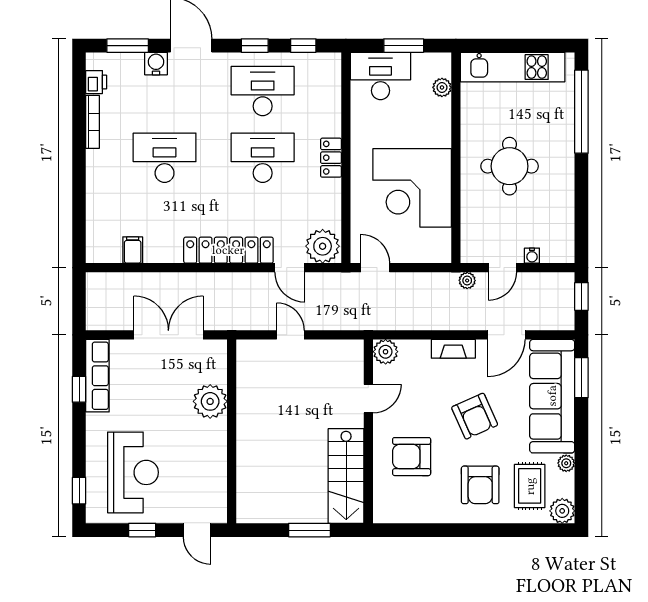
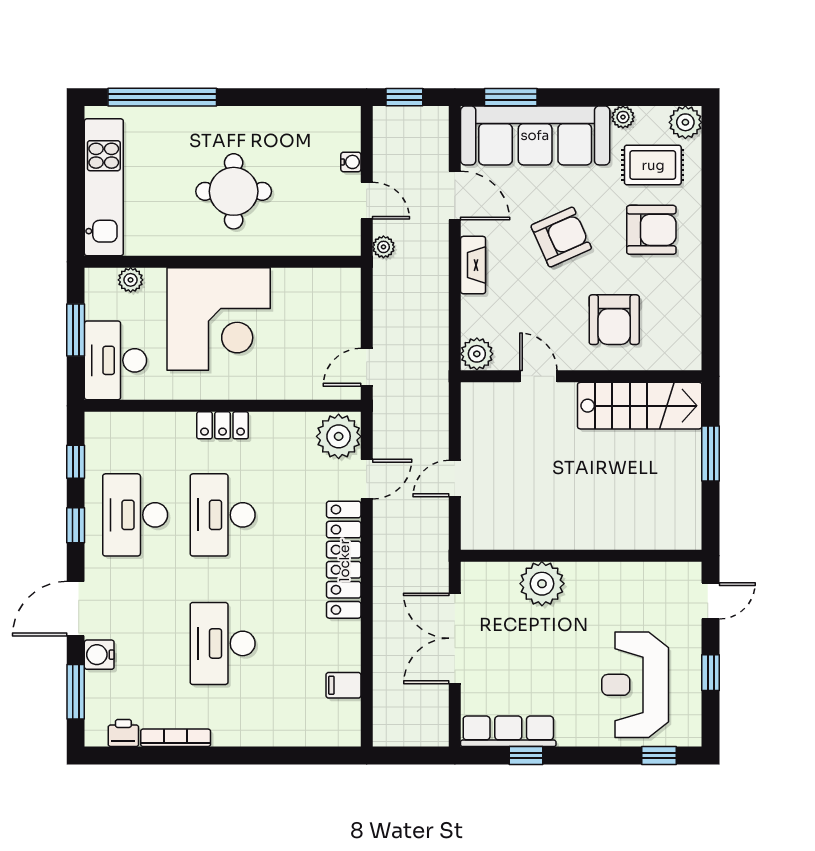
corner desk: (412, 188) -> (219, 319), moved
reception desk: (133, 472) -> (635, 685), turned -90

